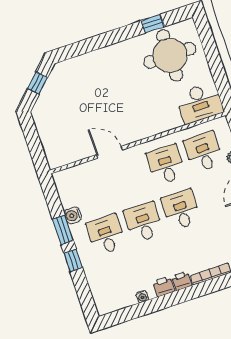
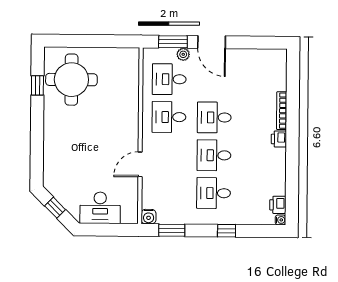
desk: (200, 103) -> (100, 208), moved, turned 90
water cooler: (73, 215) -> (149, 217), moved
window: (63, 230) -> (172, 230), moved
printer: (164, 286) -> (278, 205), moved
water cooler: (142, 297) -> (280, 220), moved

